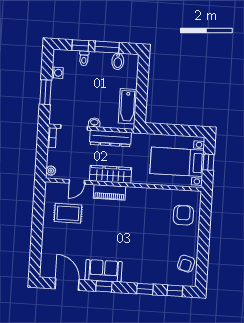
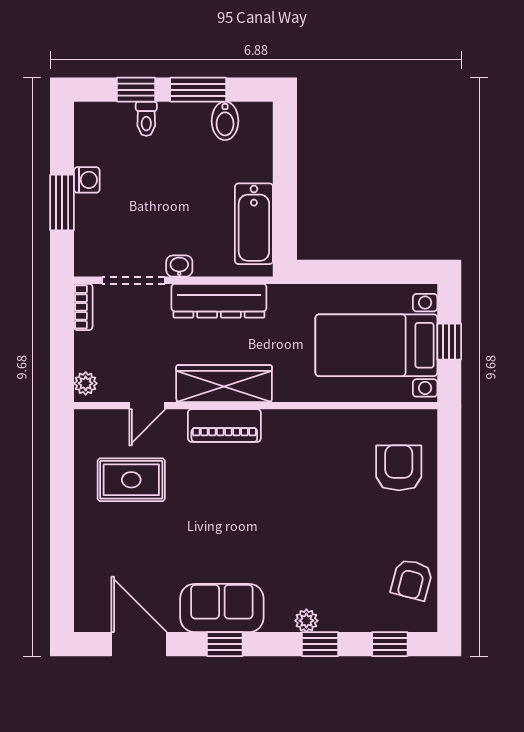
washing machine: (57, 73) -> (87, 180), moved
plant: (140, 278) -> (306, 621), added

